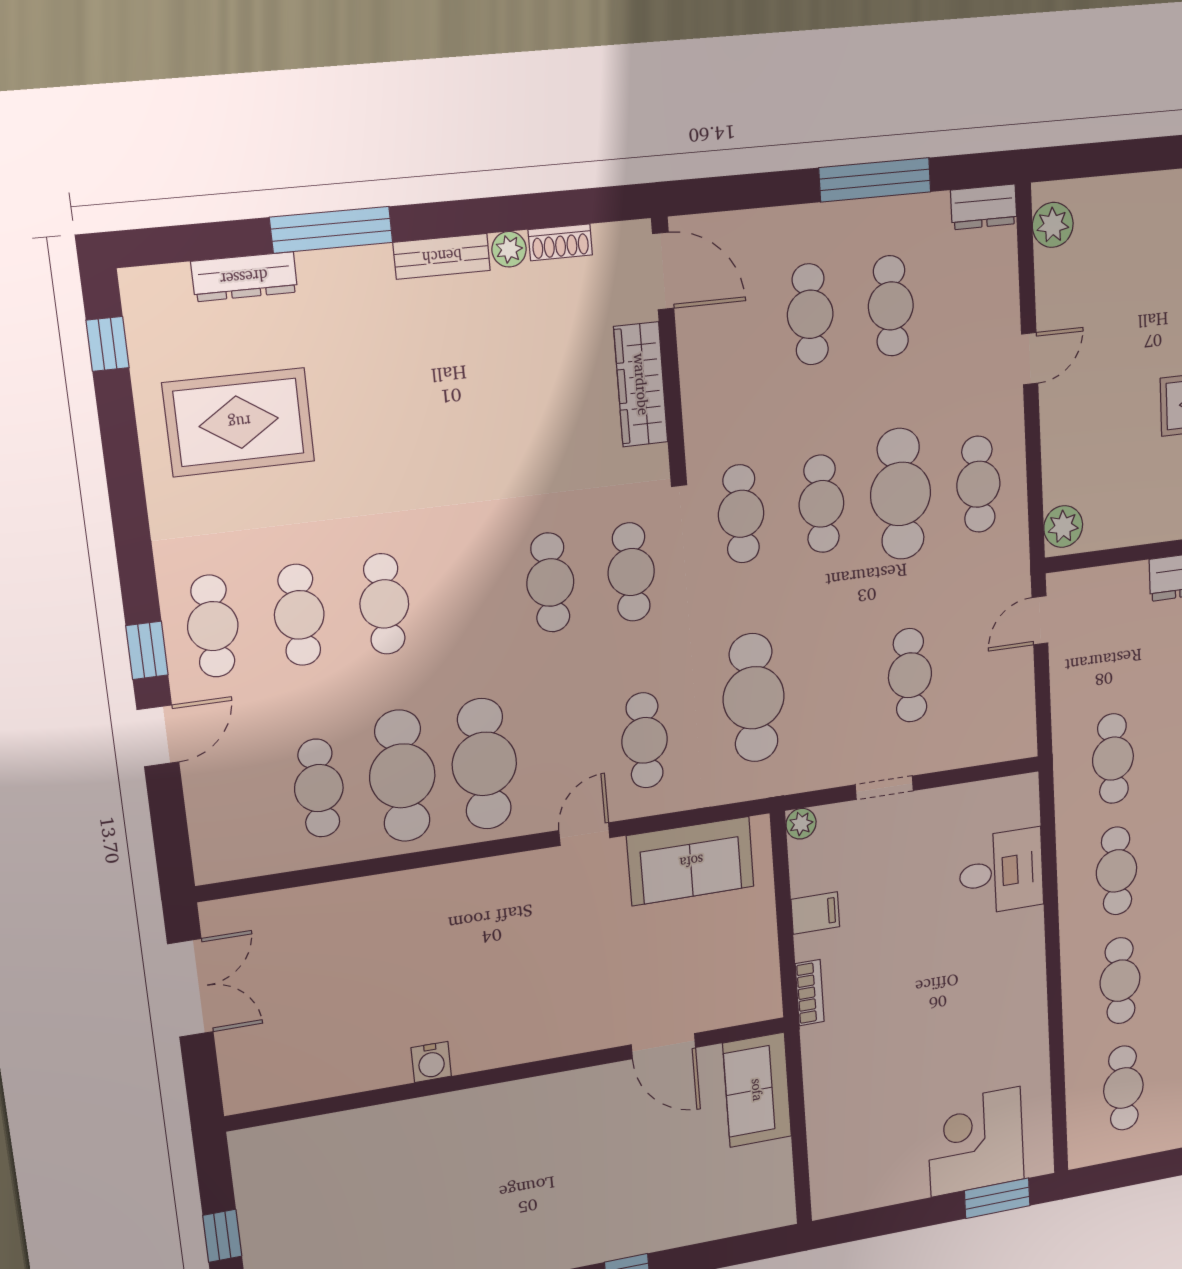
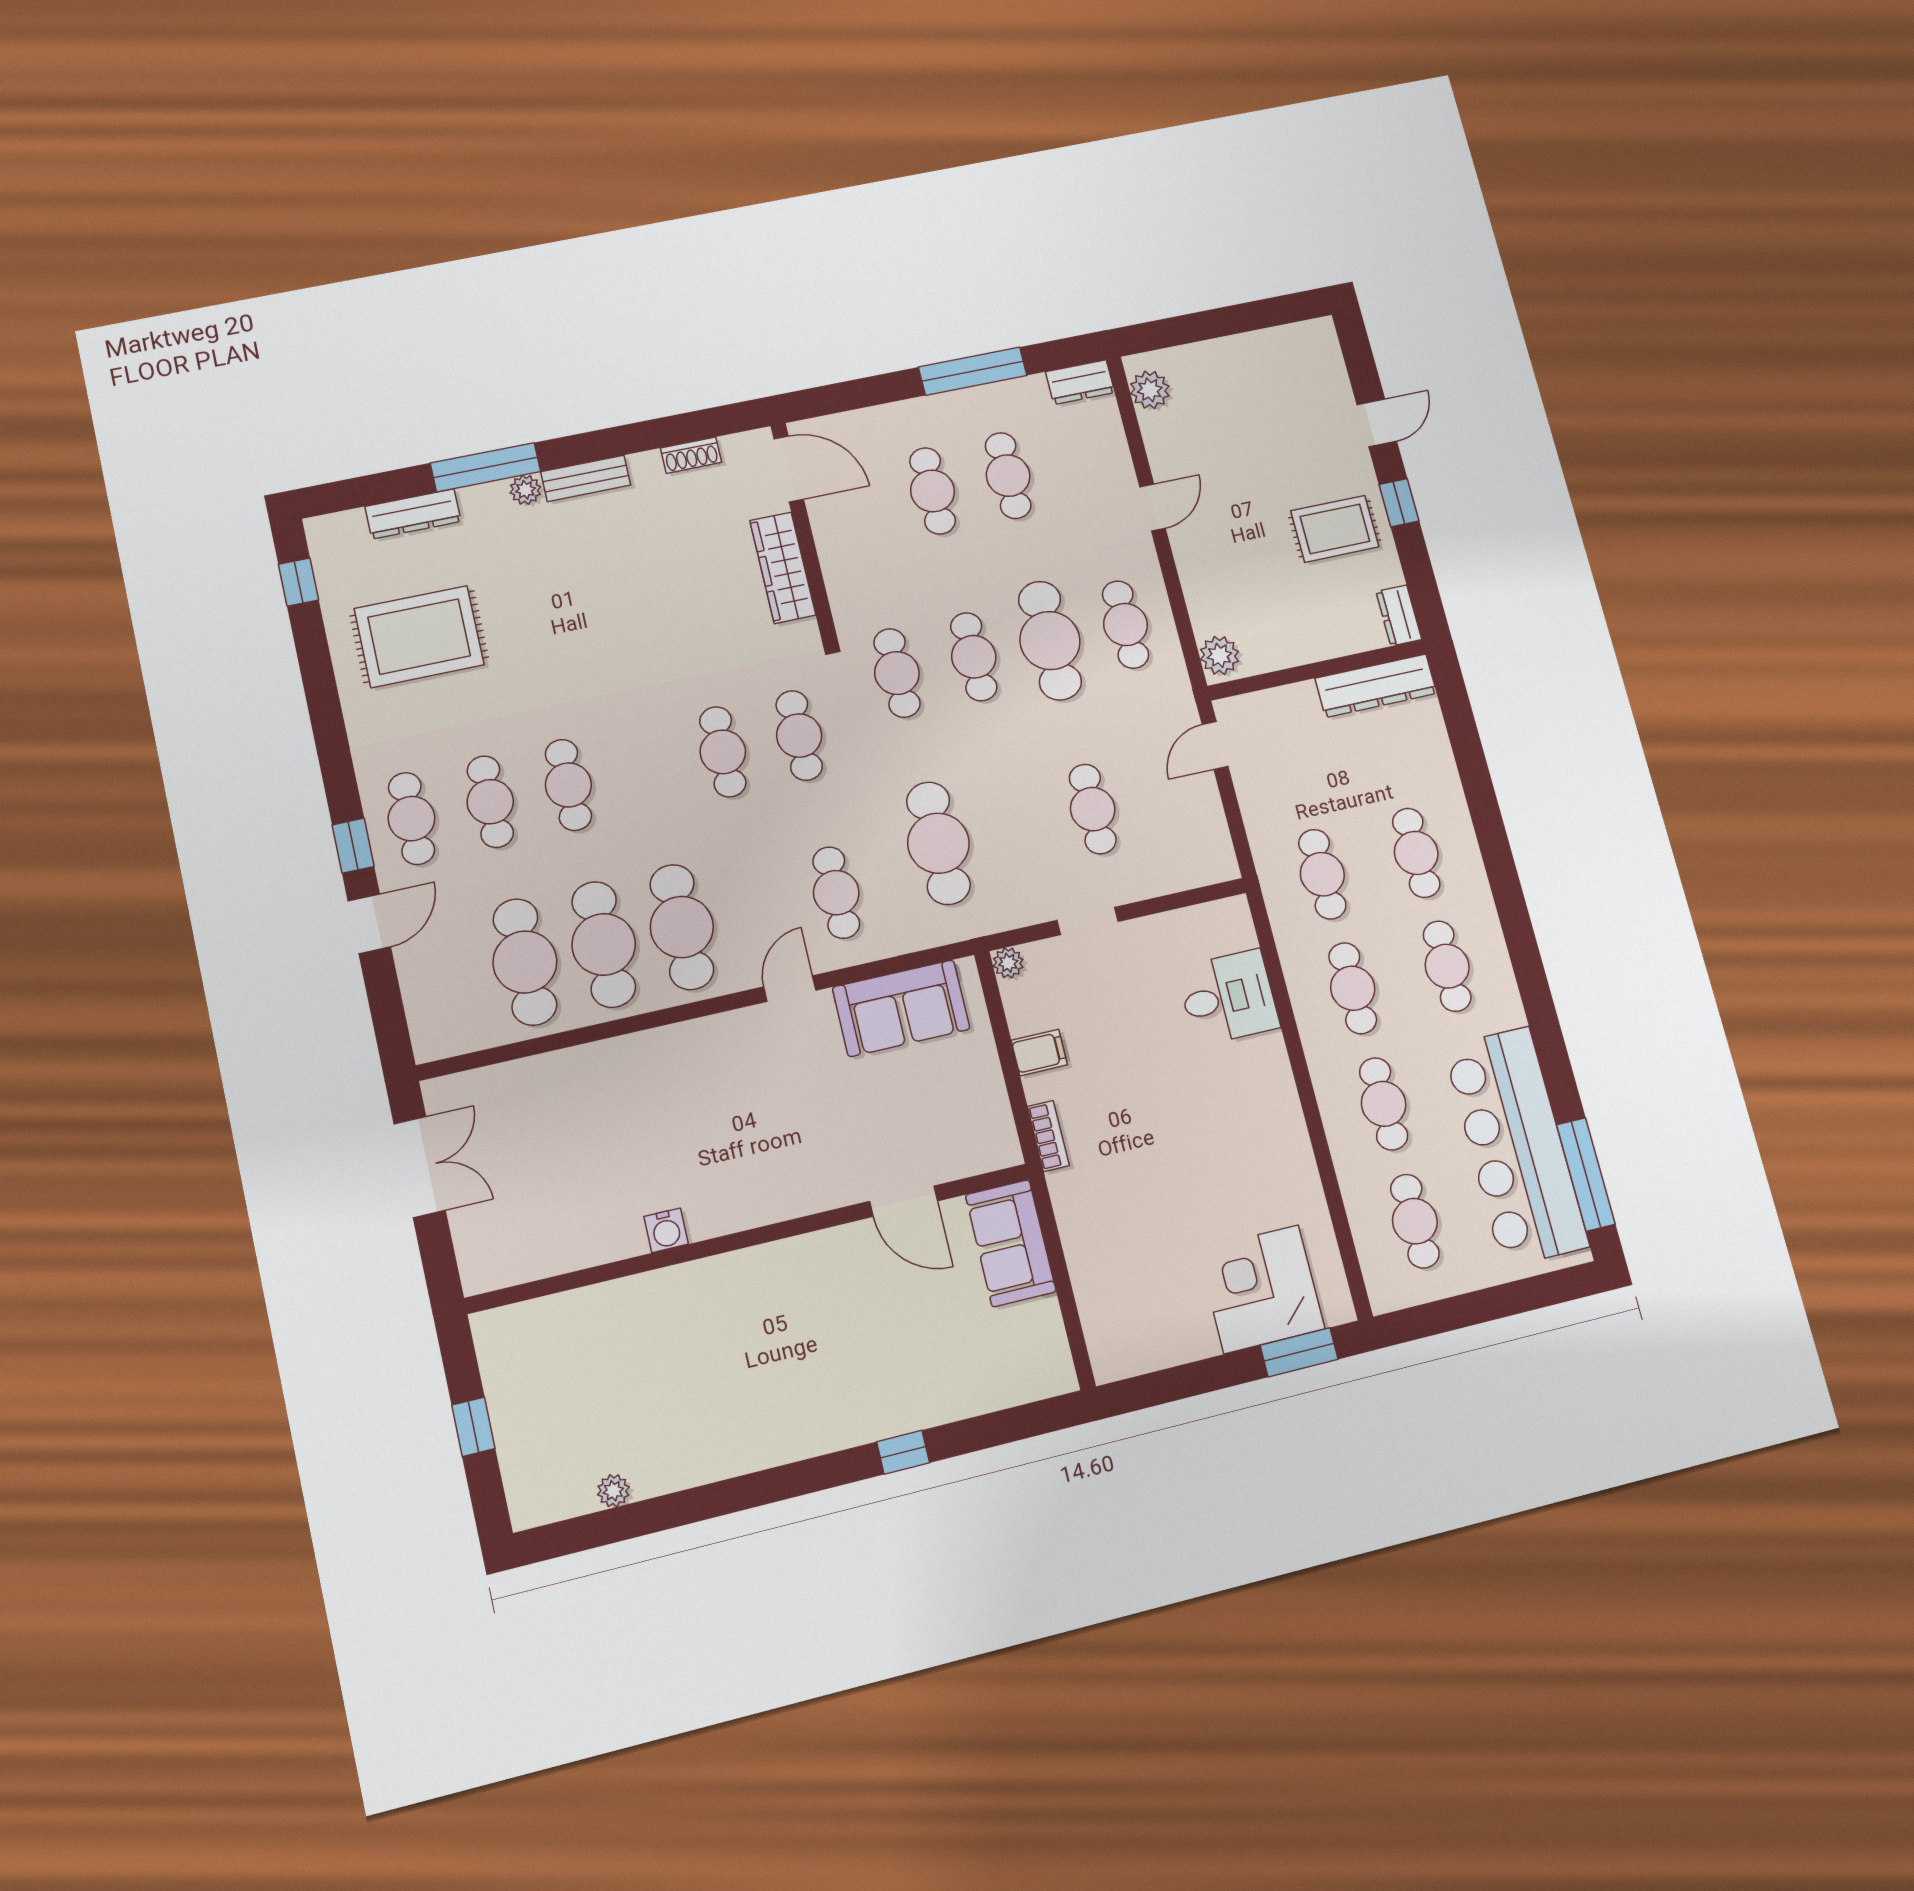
plant: (509, 249) -> (525, 490), moved
cafe table: (319, 788) -> (525, 962), width x1.37, depth x1.35

